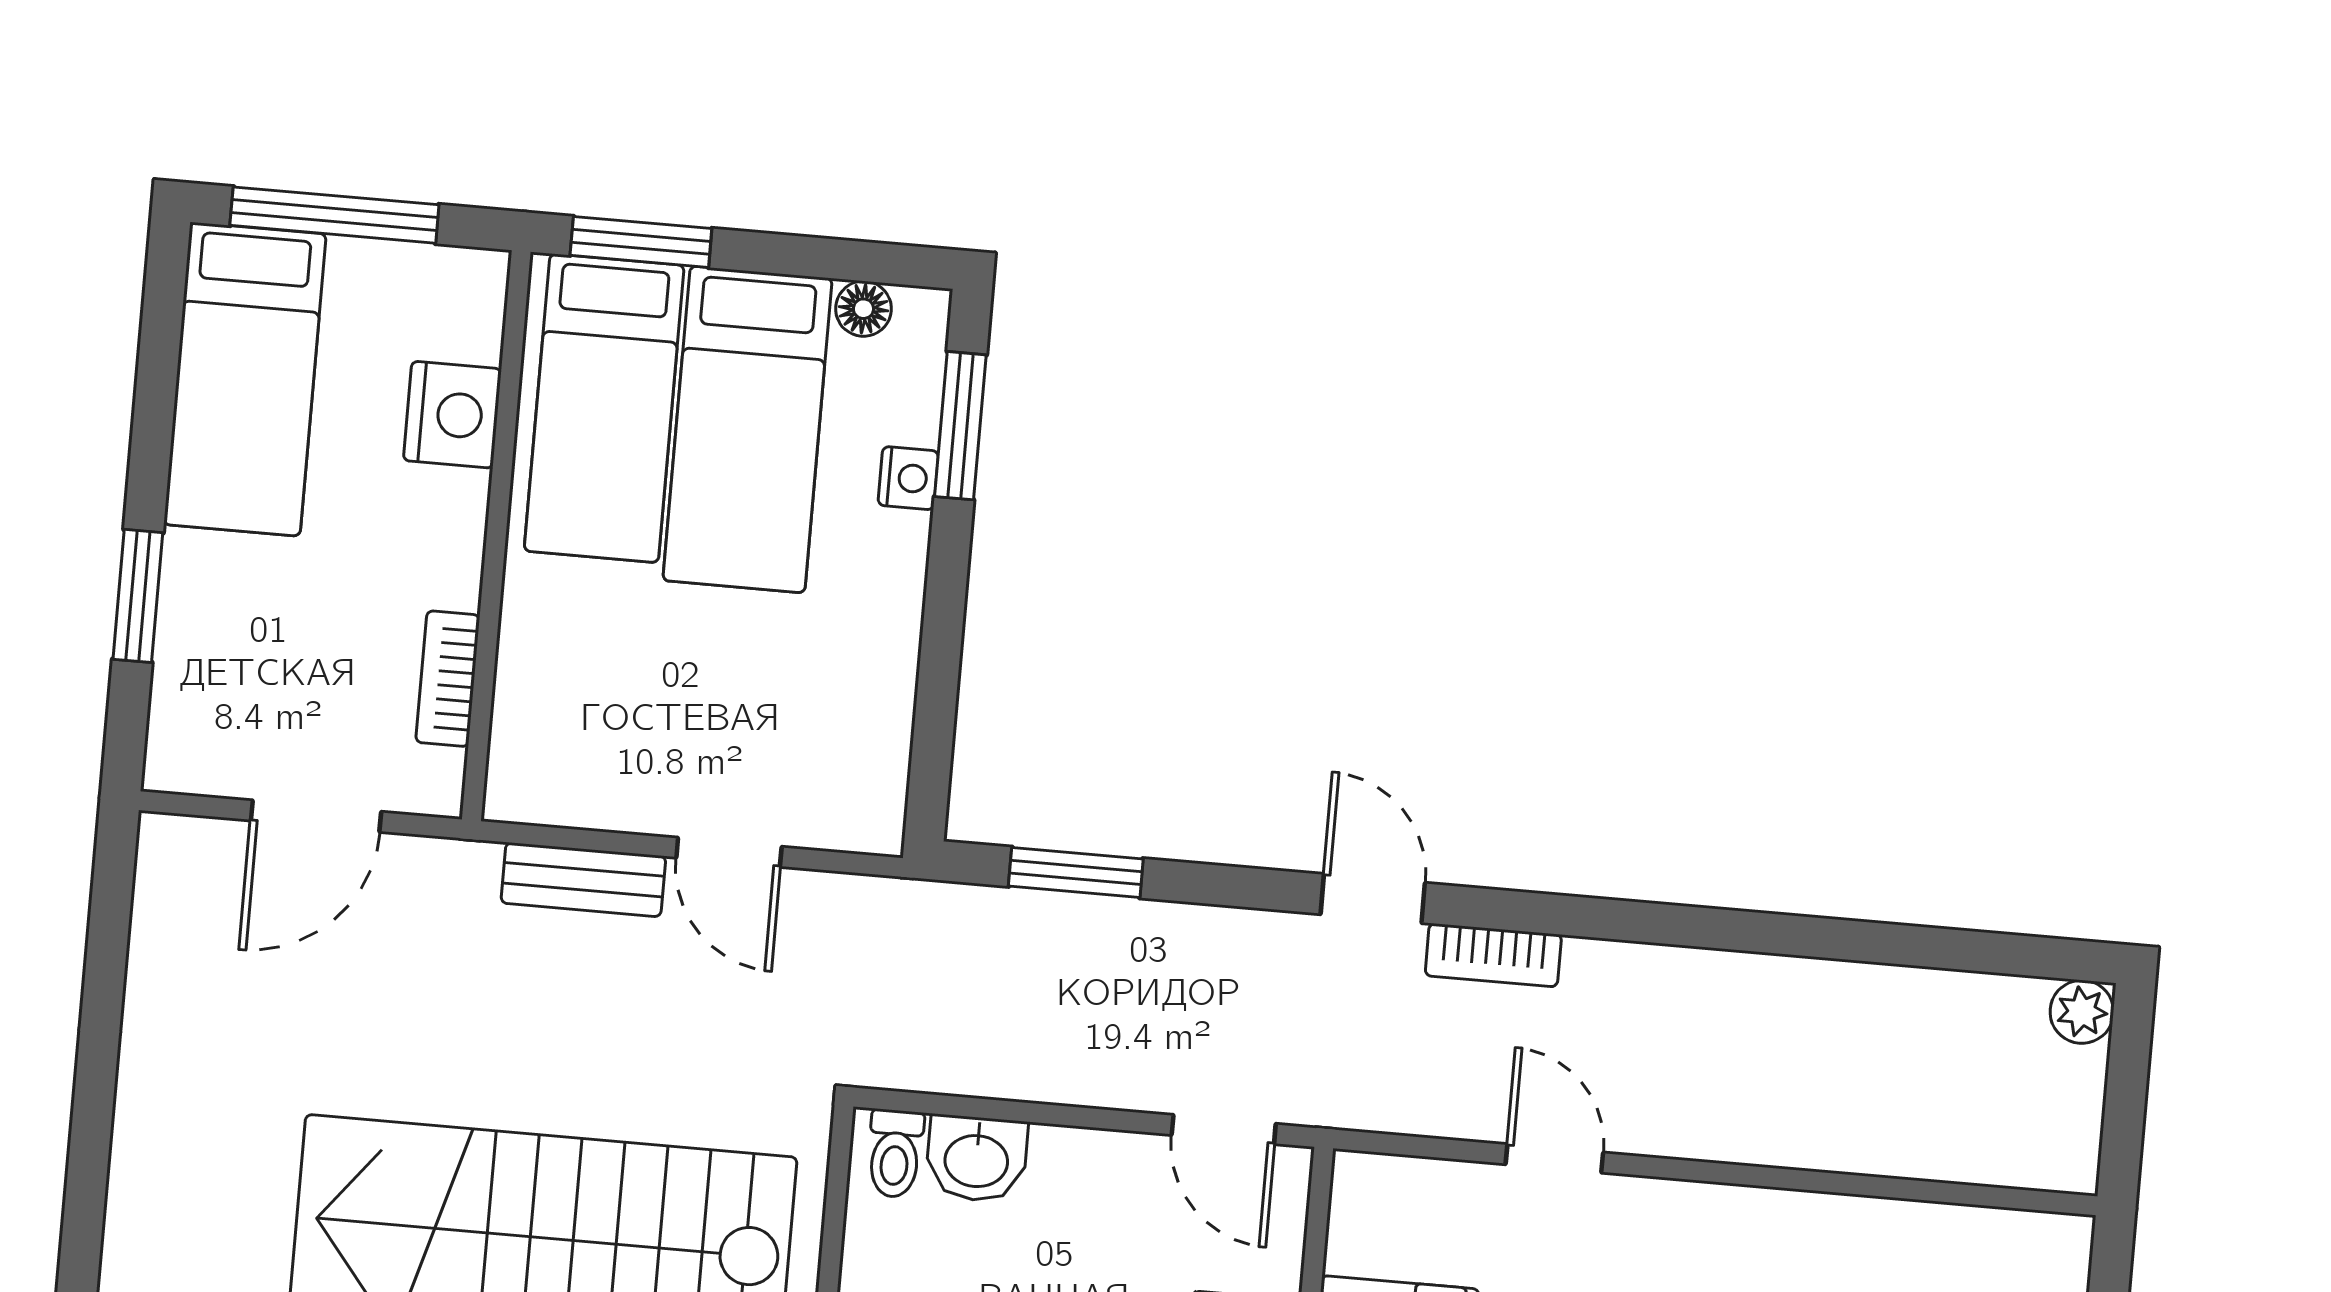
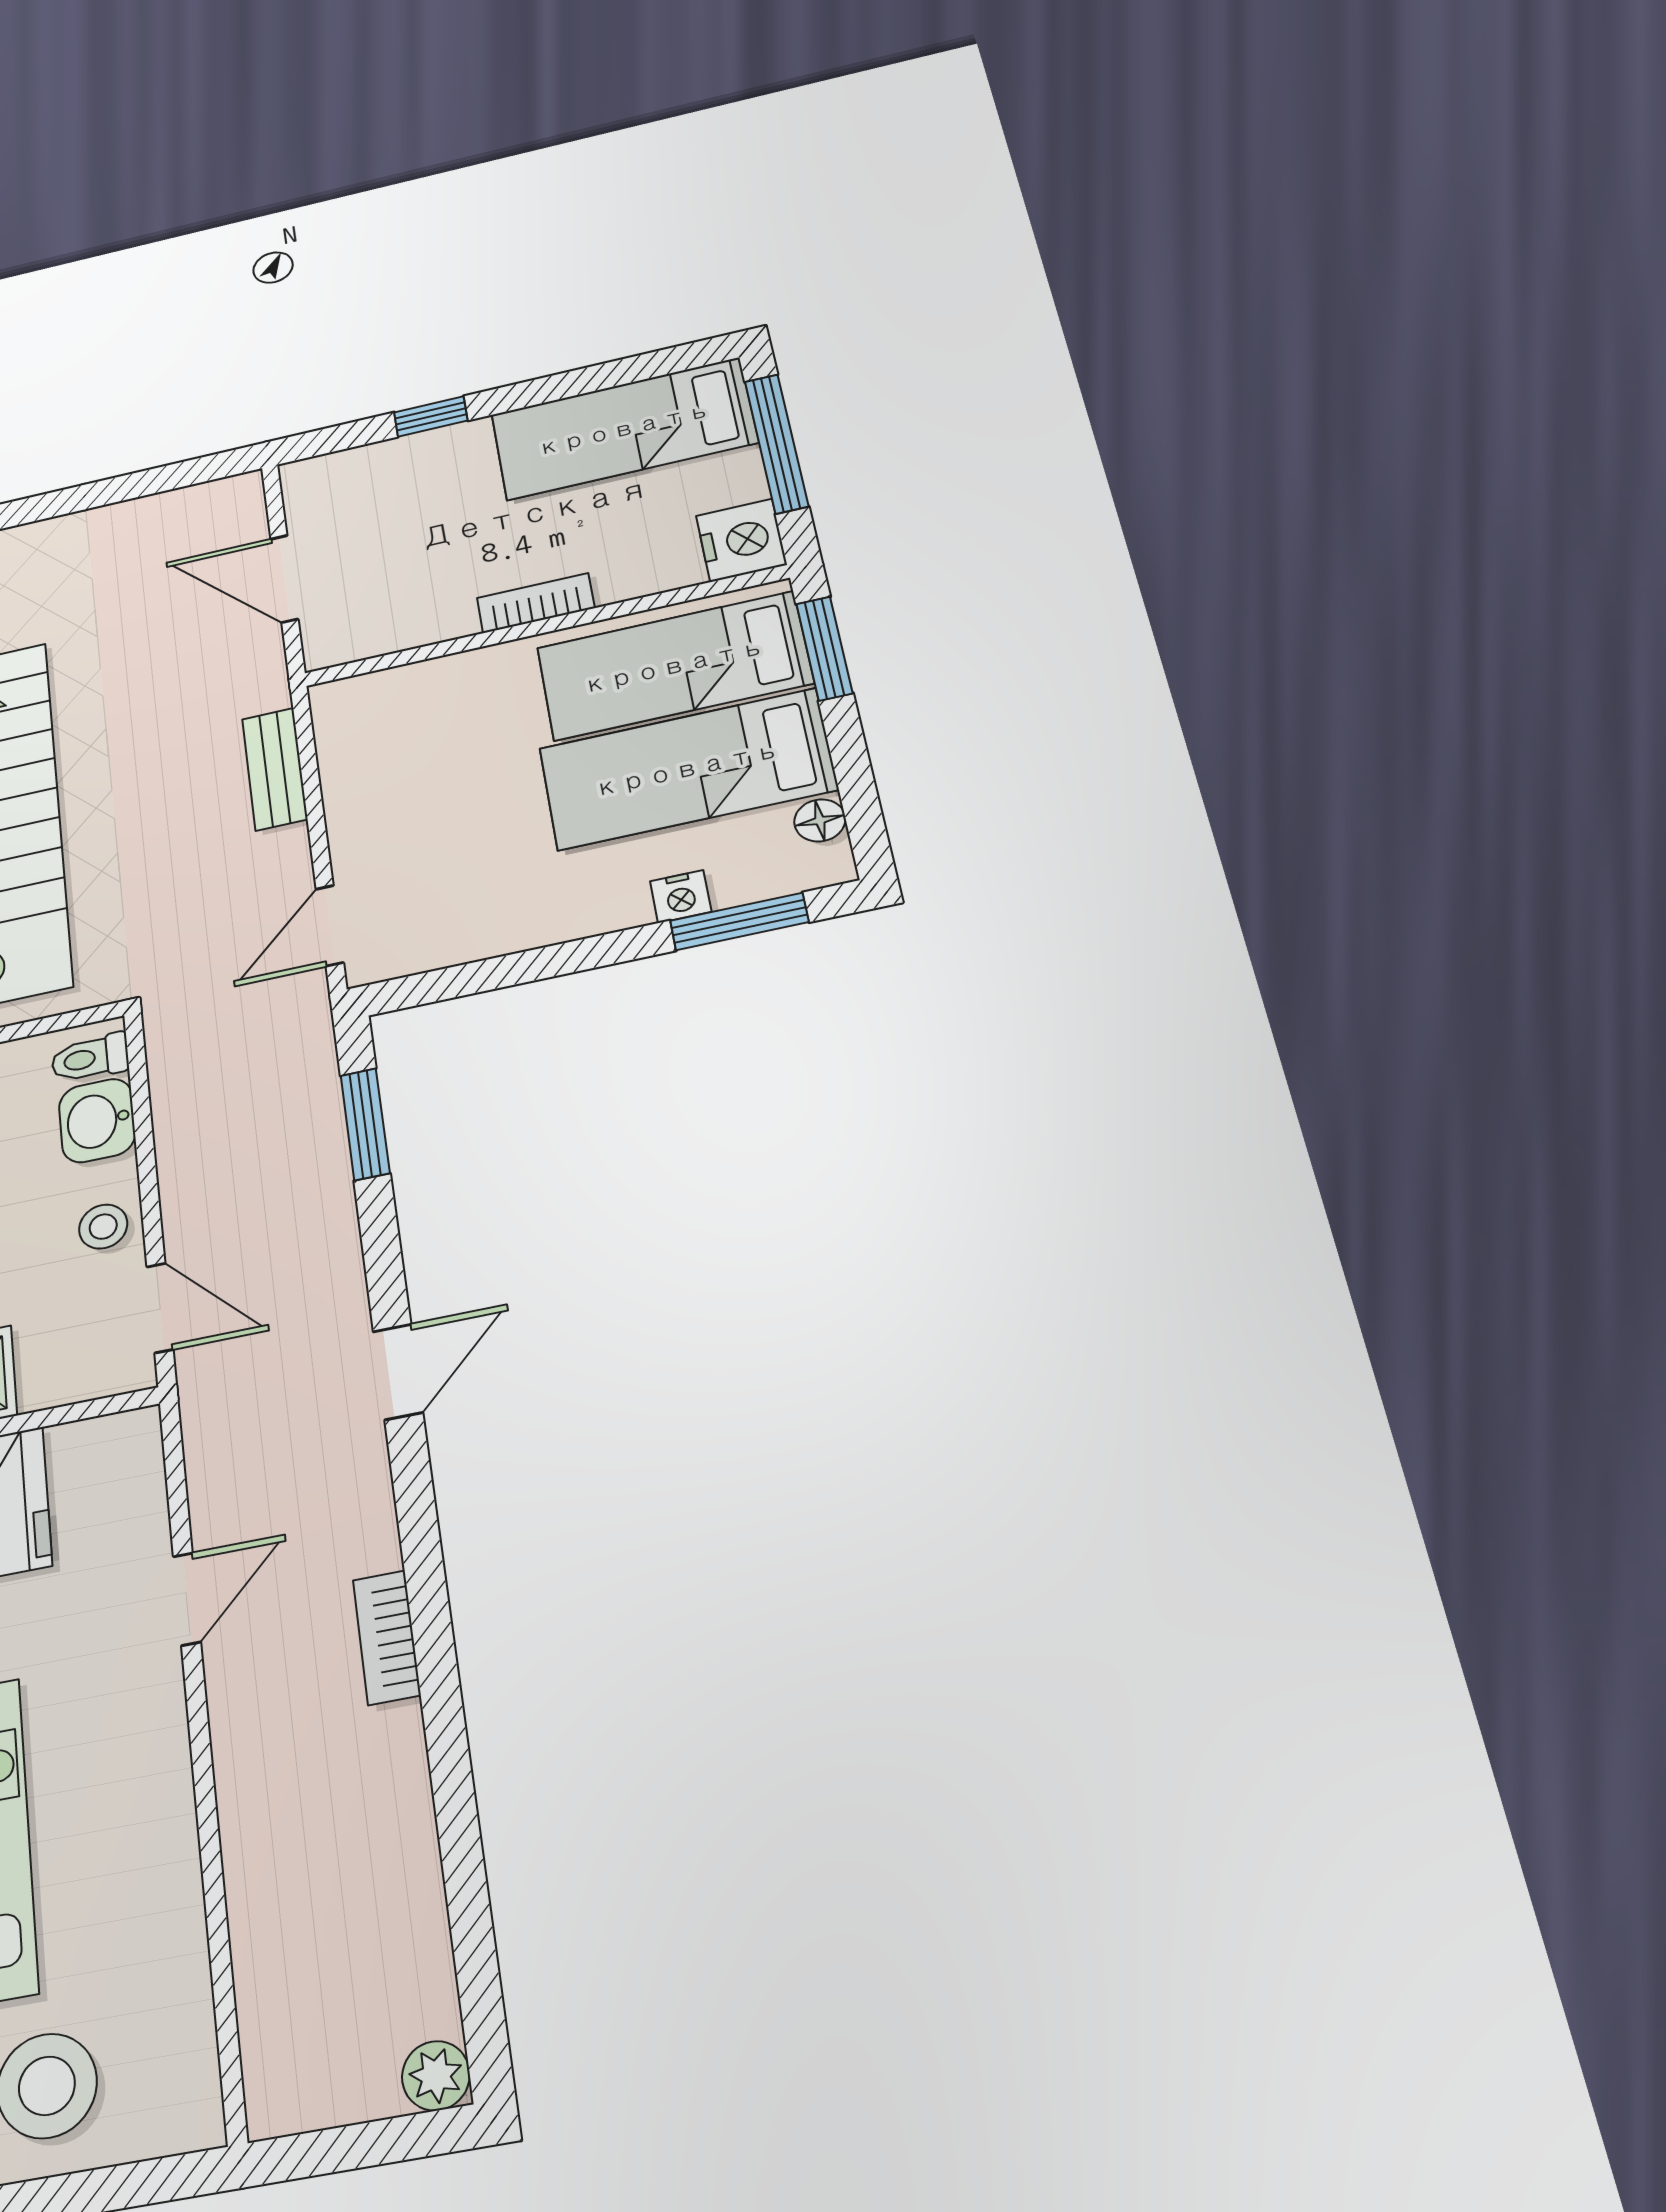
nightstand: (452, 415) -> (741, 540), moved, turned -90
window: (138, 596) -> (431, 416), width x0.67
bookcase: (448, 679) -> (536, 603), moved
door: (729, 852) -> (330, 926), moved
bookcase: (1493, 955) -> (387, 1637), moved
door: (1224, 1129) -> (160, 1308), swing flipped
stool: (1108, 1173) -> (103, 1227), added

